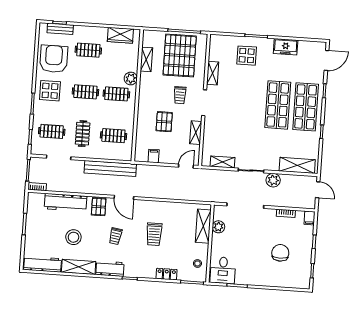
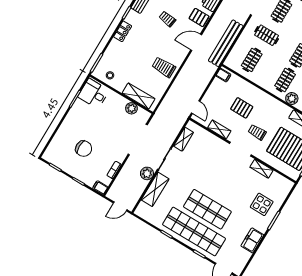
shop shelf: (306, 107) -> (194, 232), width x1.40
filing cabinet: (154, 156) -> (223, 75), moved
shelving: (297, 165) -> (155, 189), moved
trolley: (154, 234) -> (164, 67), moved
locker: (167, 274) -> (123, 31), moved

